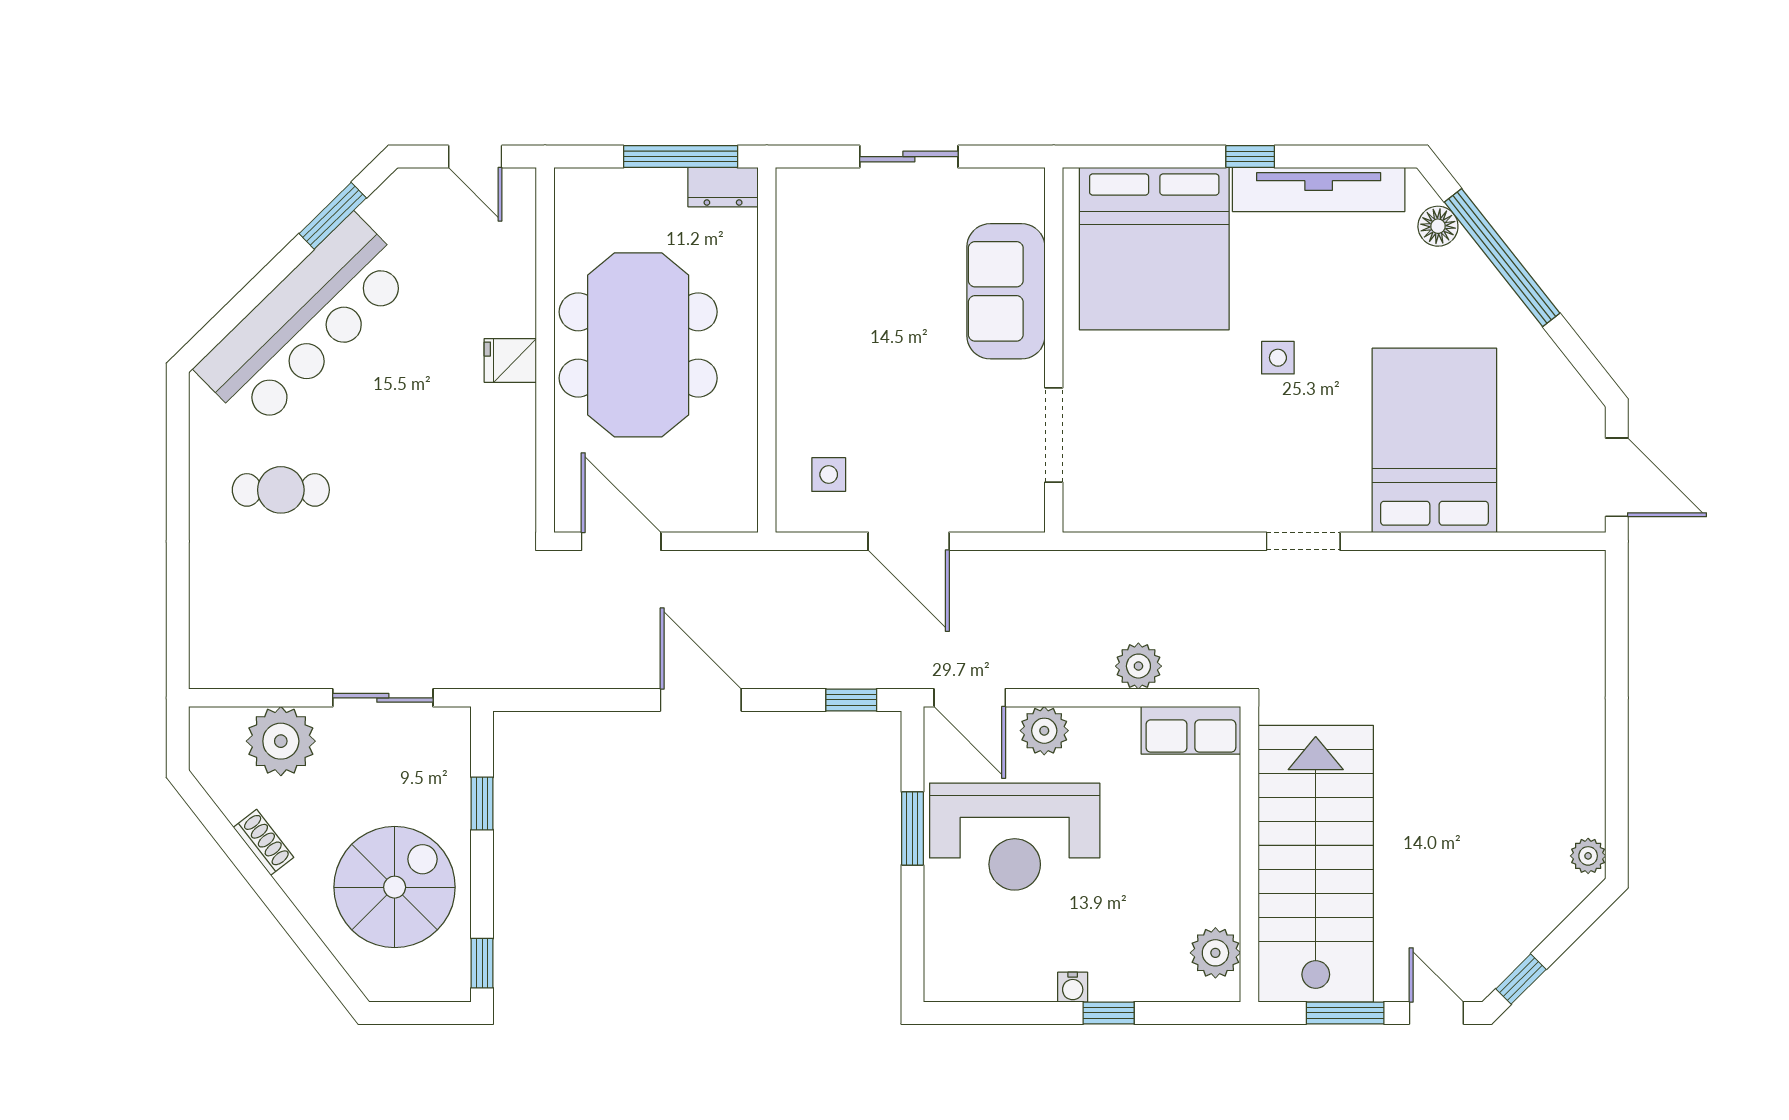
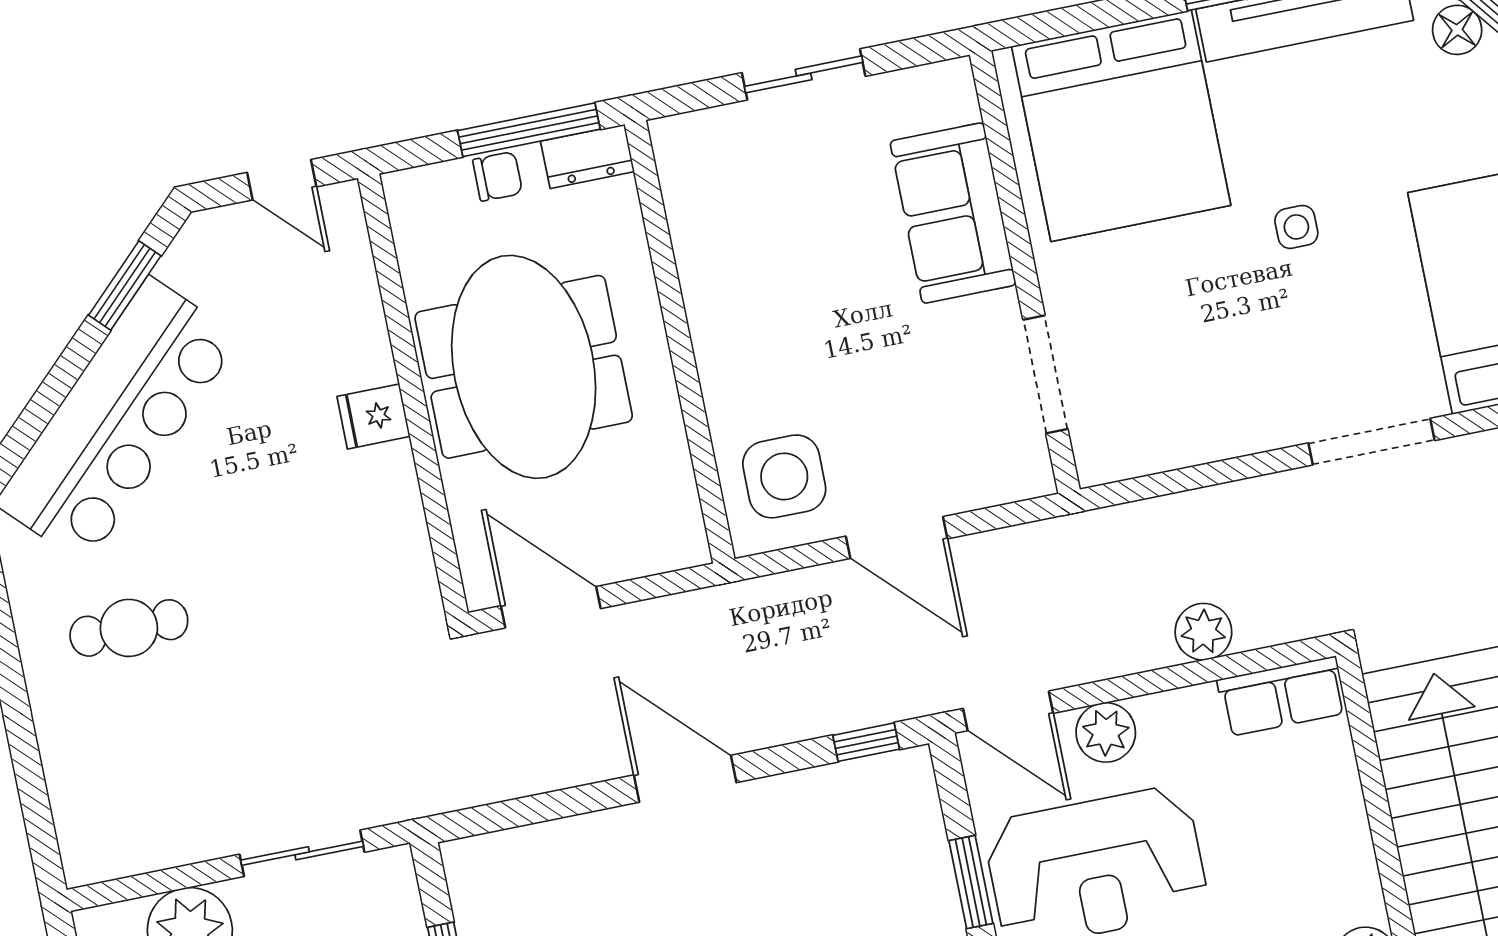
chair: (648, 189) -> (498, 176), added
side table: (829, 475) -> (784, 476), width x1.87, depth x1.87
doorway: (1303, 541) -> (1371, 442), width x1.38

